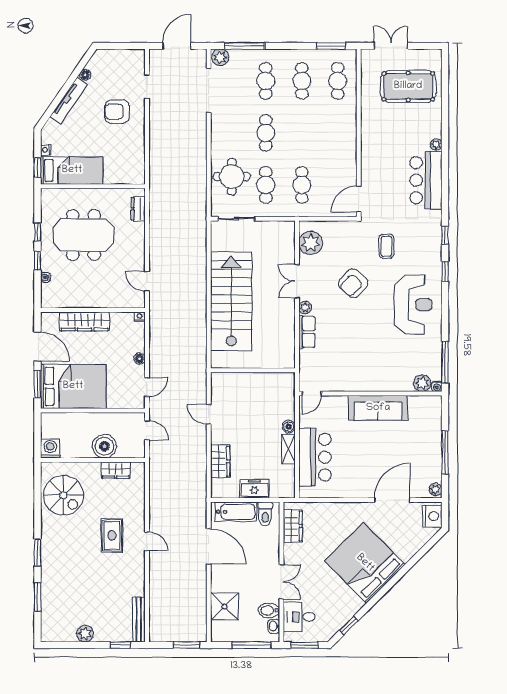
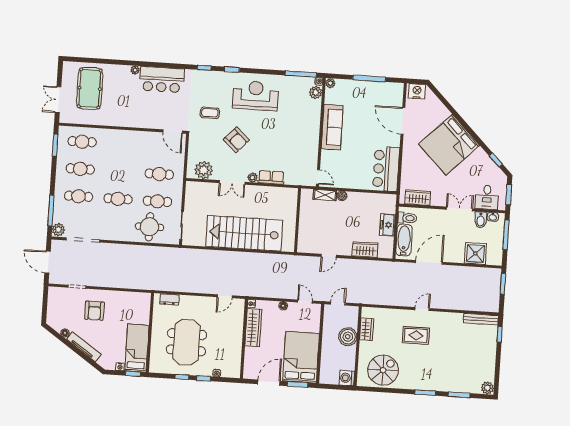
wardrobe: (84, 321) -> (253, 328), moved
shelving: (288, 449) -> (325, 195), moved
bar counter: (315, 457) -> (386, 169), moved, turned -90
plant: (436, 489) -> (330, 83), moved
plant: (85, 634) -> (487, 388), moved

